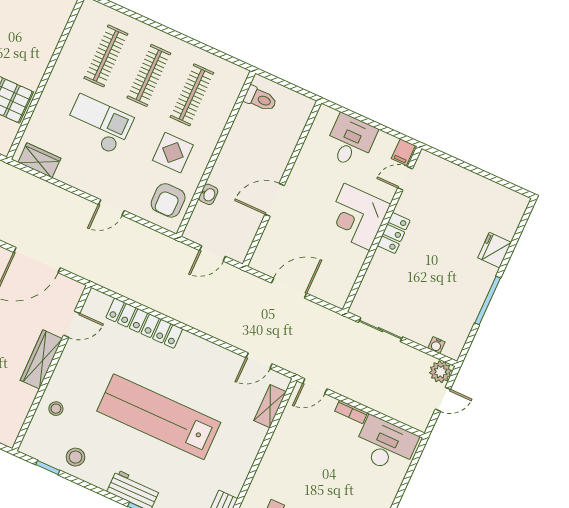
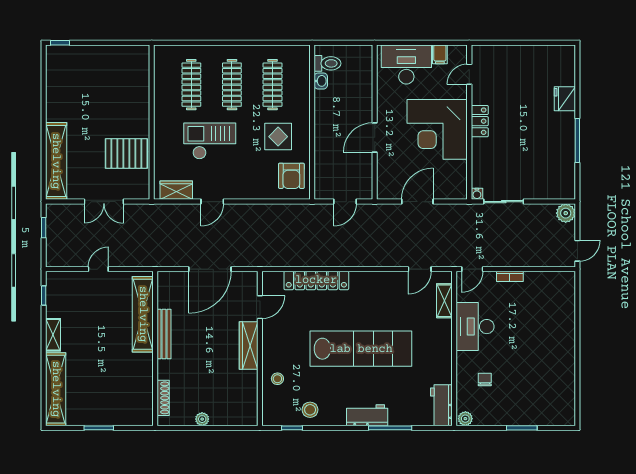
desk: (350, 141) -> (406, 64), width x1.37
filing cabinet: (403, 152) -> (440, 54), moved
washbasin: (208, 194) -> (321, 81), moved
door: (111, 208) -> (212, 202), moved
corner desk: (357, 217) -> (437, 129), width x1.36, depth x1.36
water cooler: (436, 345) -> (477, 194), moved
door: (443, 399) -> (577, 251), moved
lab bench: (159, 417) -> (361, 349), turned 180
desk: (386, 445) -> (475, 327), moved, turned -90

